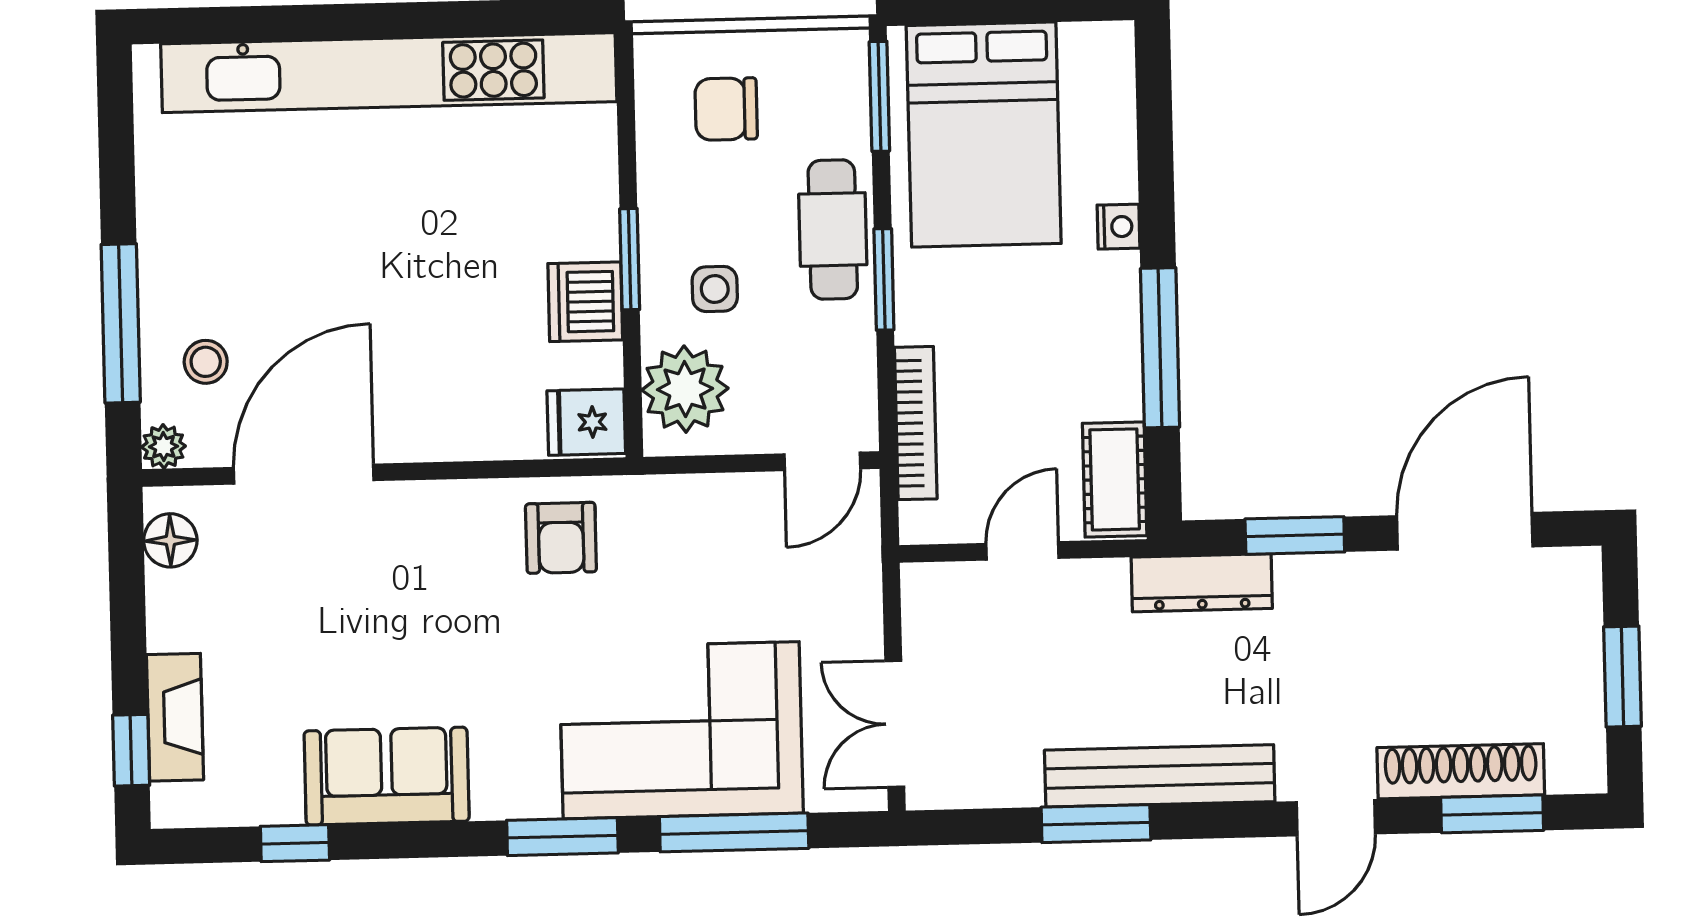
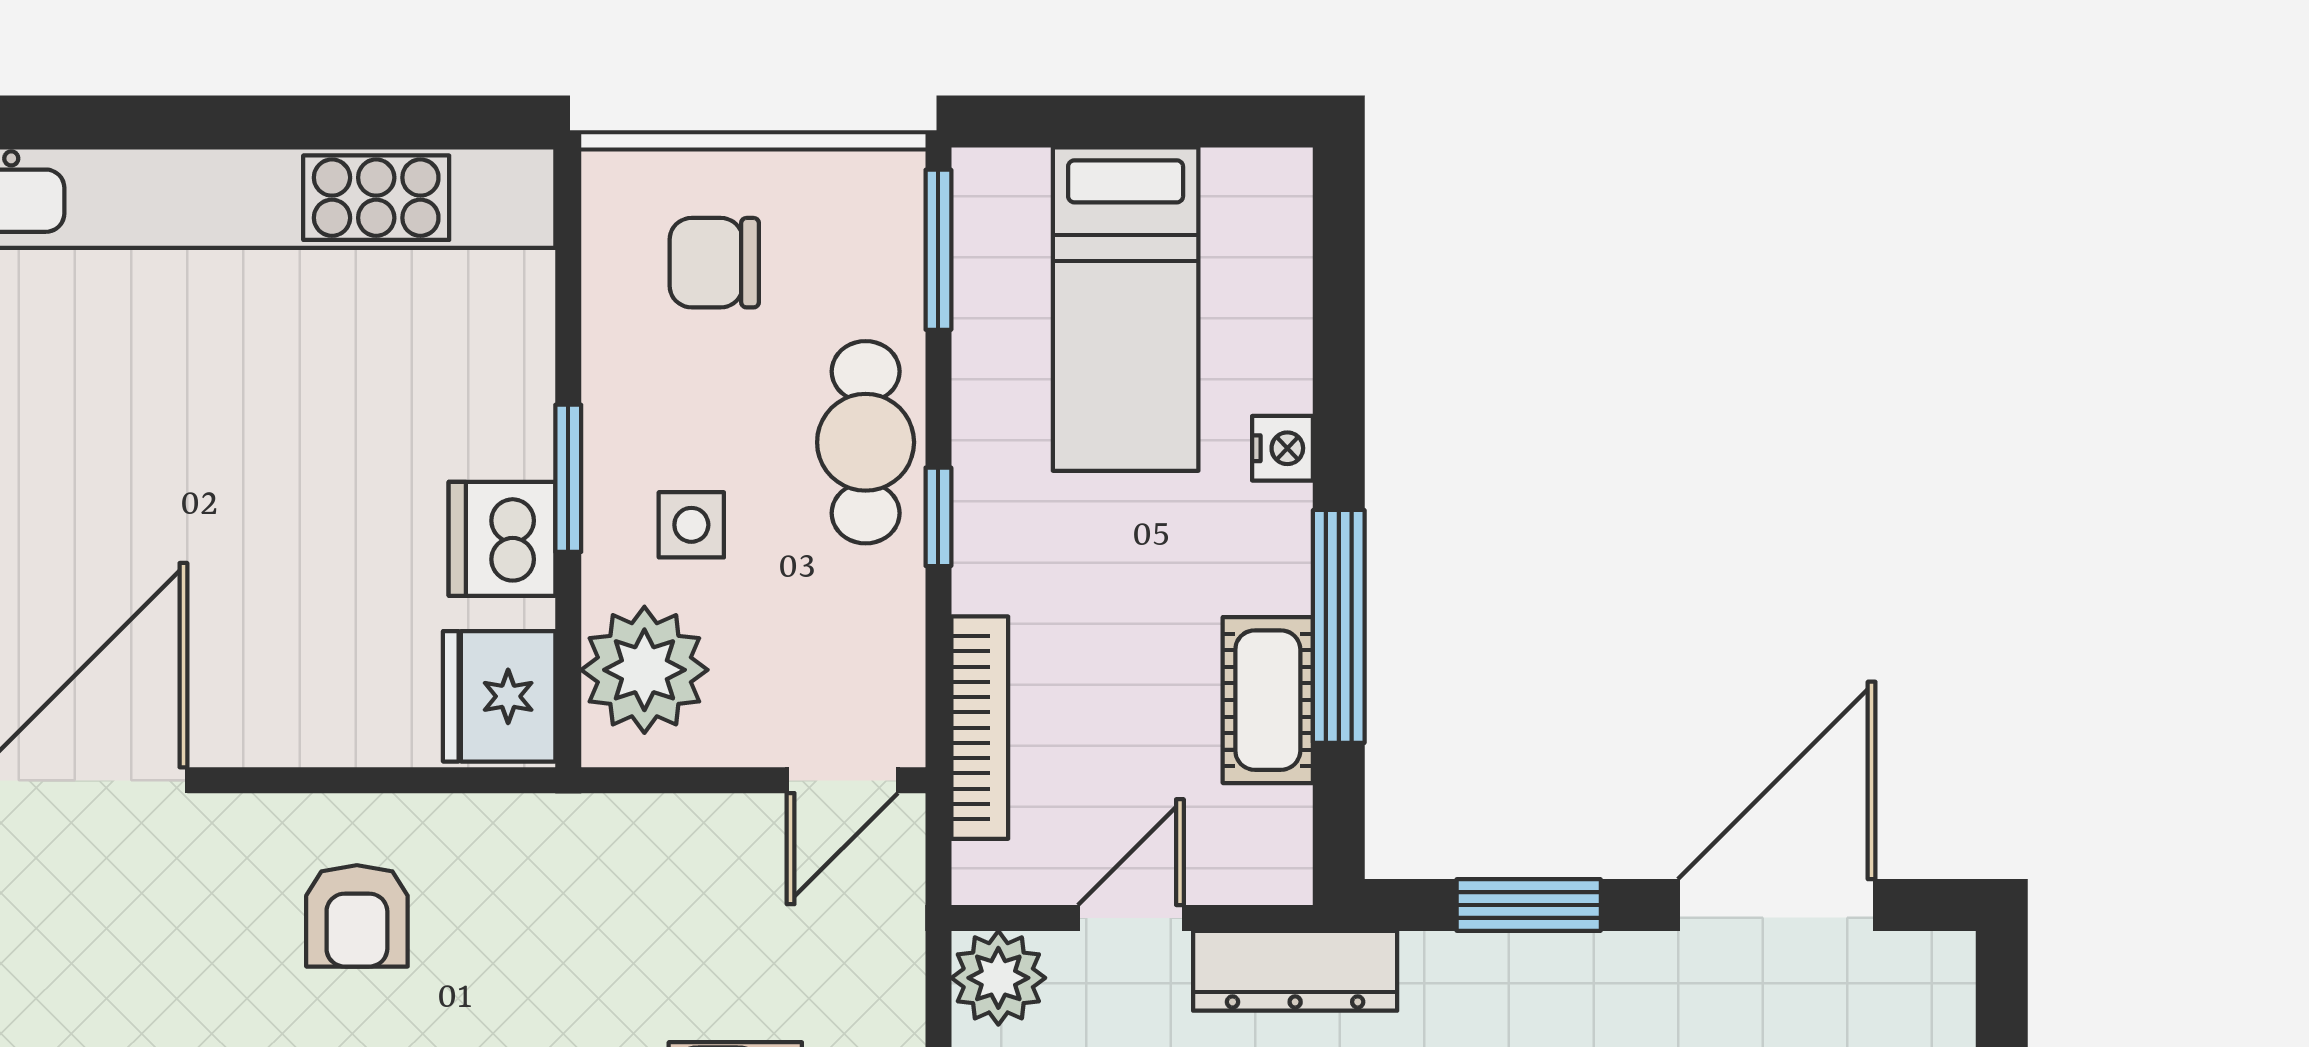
bed: (984, 135) -> (1126, 309), width x0.67
window: (884, 279) -> (938, 517), width x0.67
fridge: (586, 422) -> (499, 696), width x1.38
cot: (1115, 479) -> (1268, 700), moved
armchair: (561, 538) -> (357, 916), moved
dresser: (1202, 583) -> (1295, 971), moved
plant: (933, 594) -> (998, 978), added

